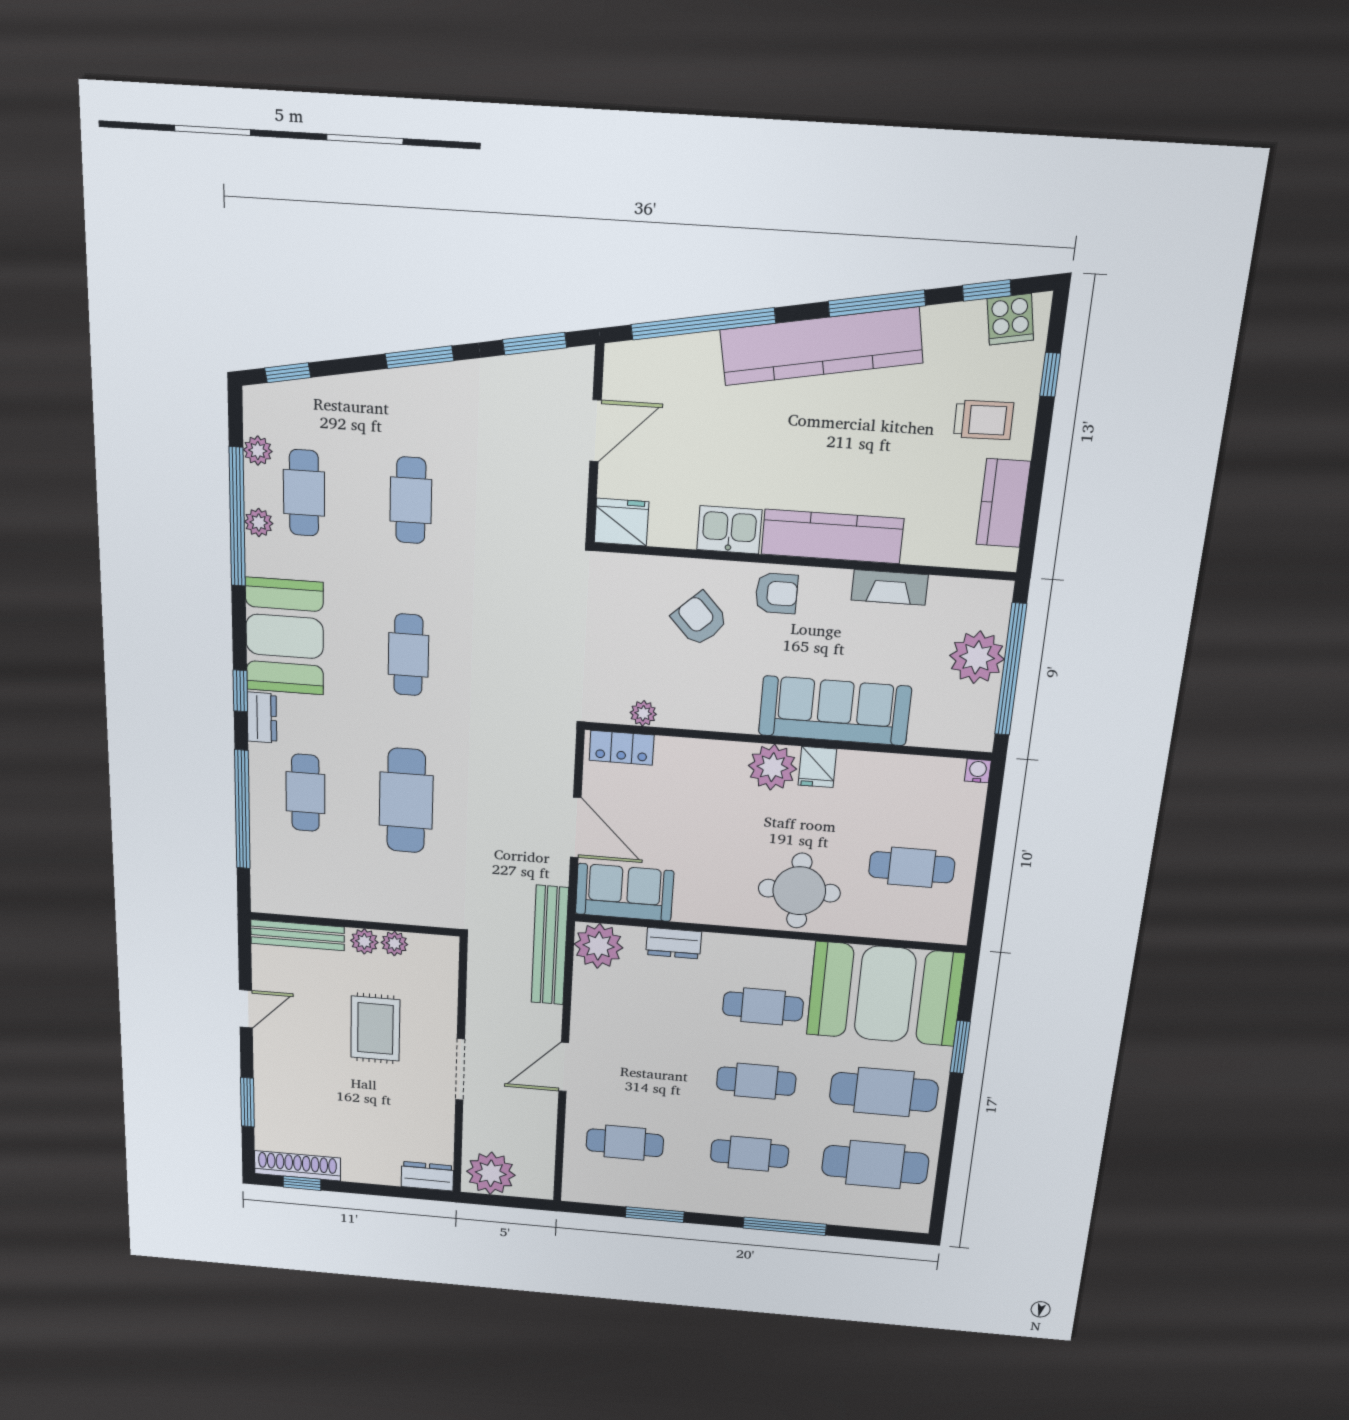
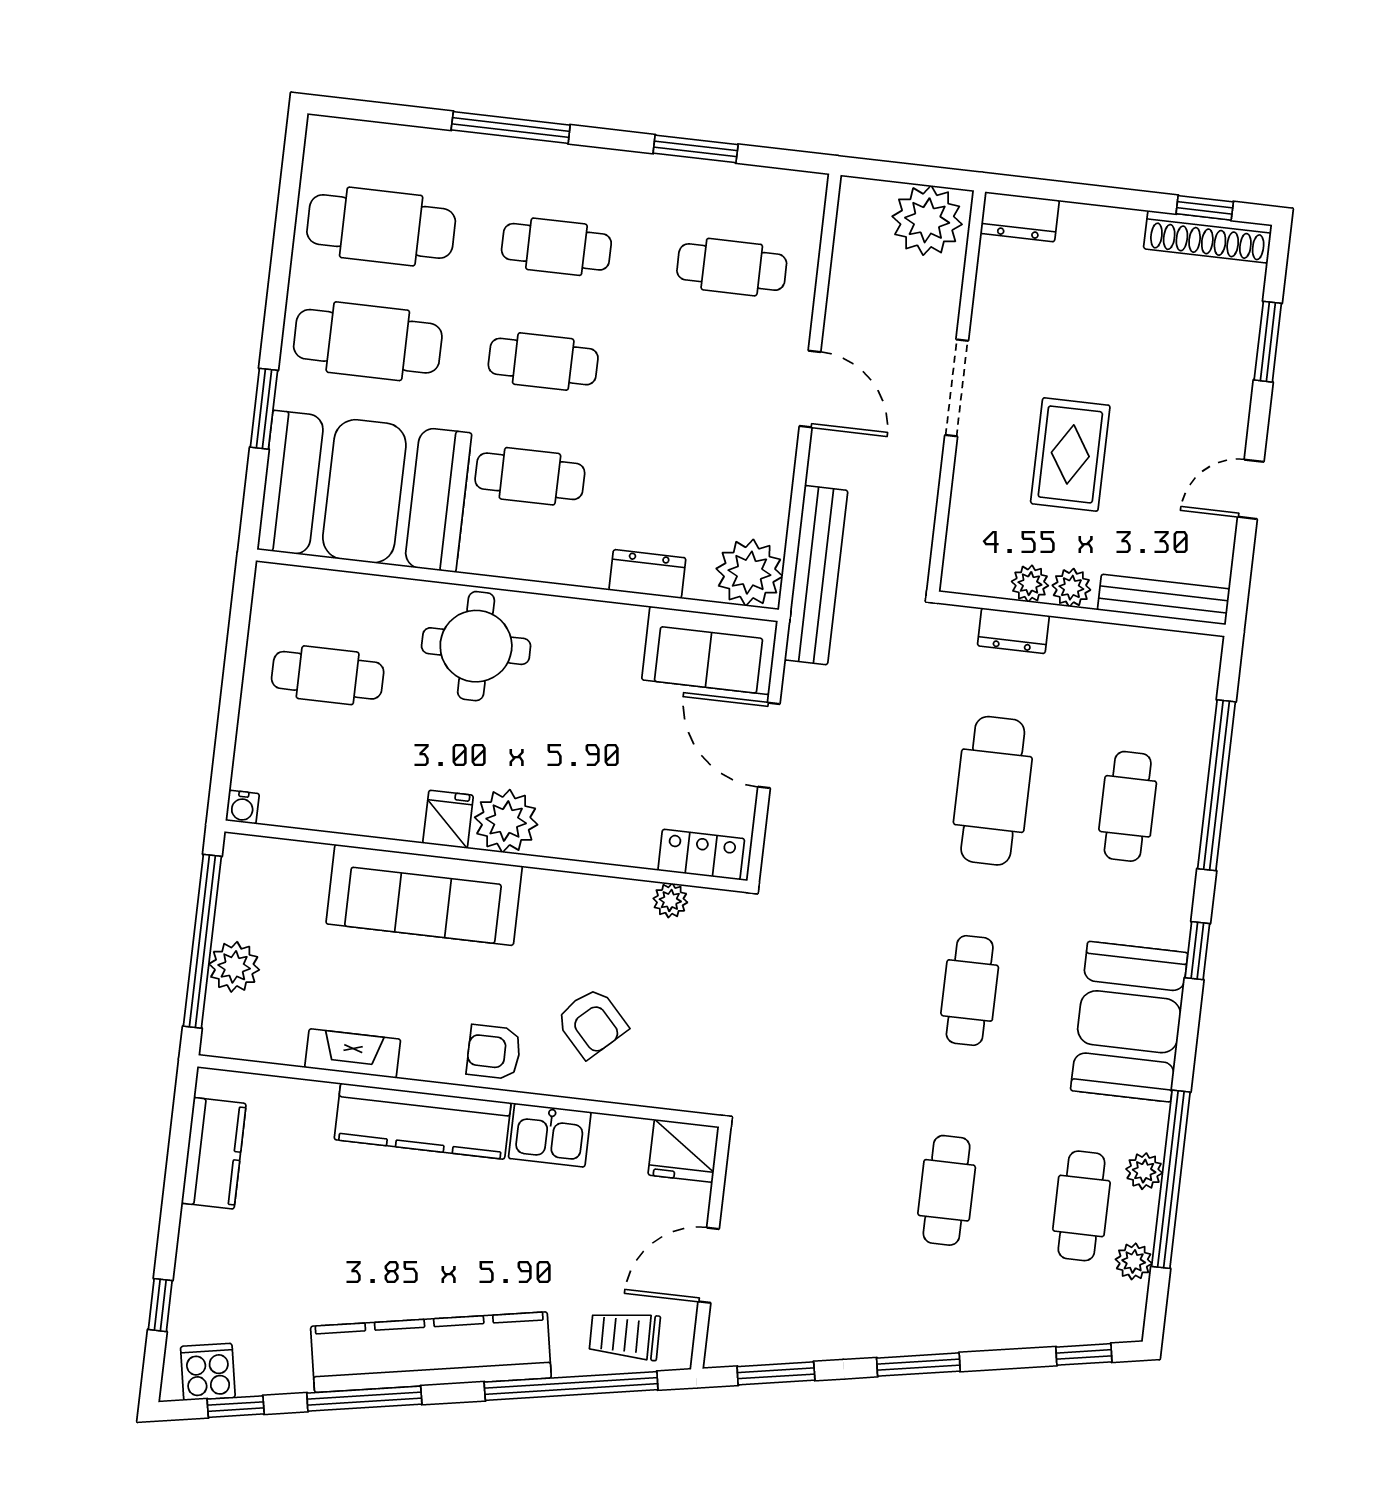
trolley: (984, 420) -> (625, 1335), moved
plant: (977, 657) -> (234, 967), width x0.73, depth x0.73
dresser: (262, 718) -> (1013, 631), moved, turned -90
door: (564, 1067) -> (810, 389), hinge flipped

